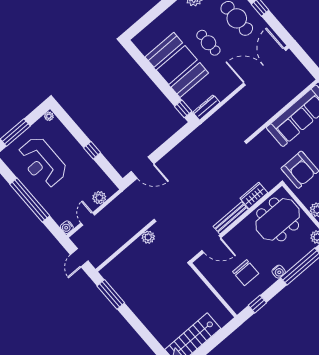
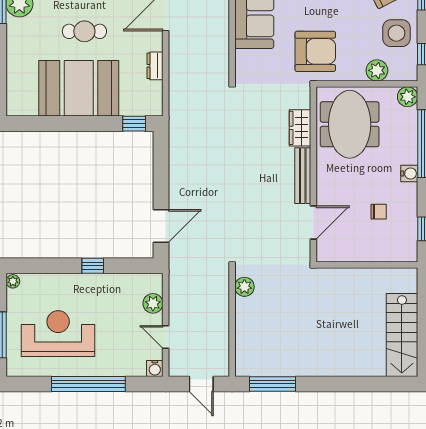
dresser: (206, 107) -> (155, 66), moved, width x0.70
reception desk: (42, 162) -> (58, 334), turned 180
chair: (246, 273) -> (379, 212), width x0.54, depth x0.54

